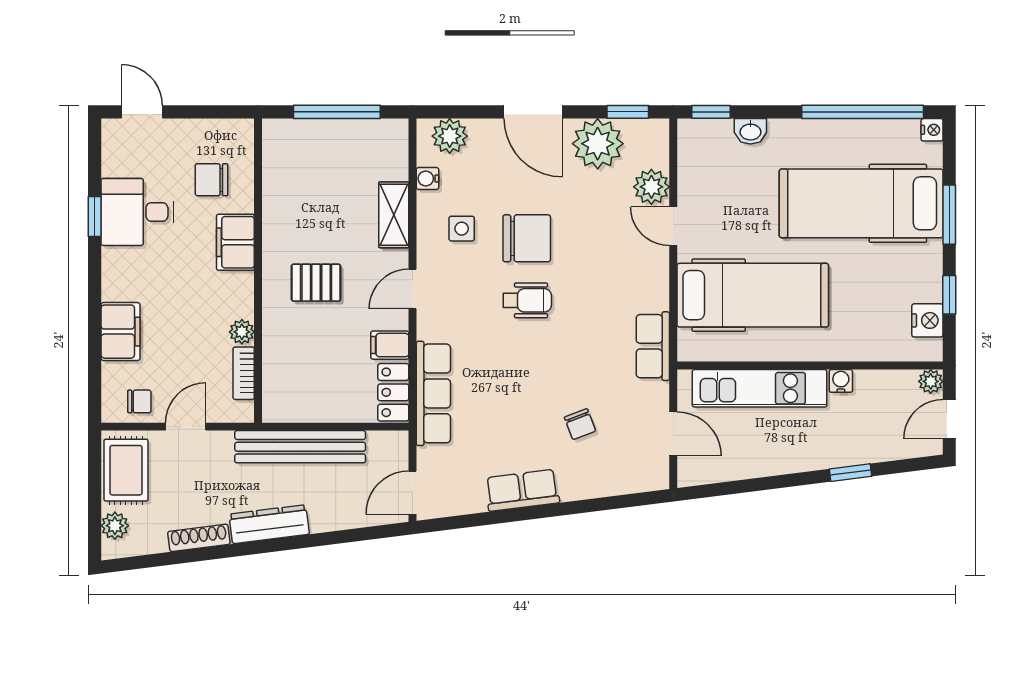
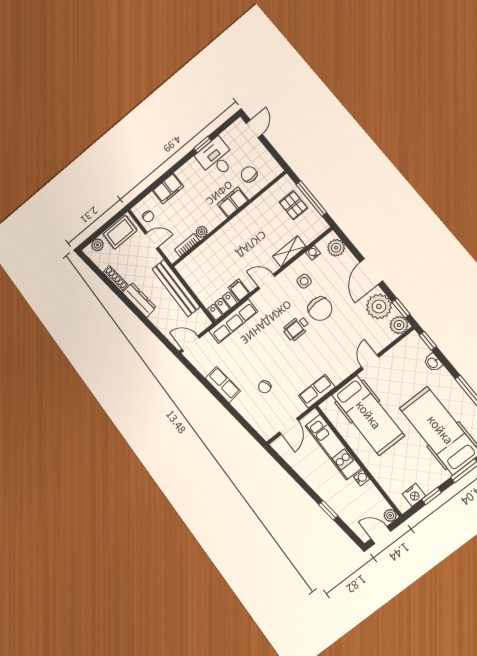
plant: (651, 187) -> (399, 325), moved
pallet: (316, 283) -> (293, 205), moved
wheelchair: (527, 300) -> (296, 328), turned 90

